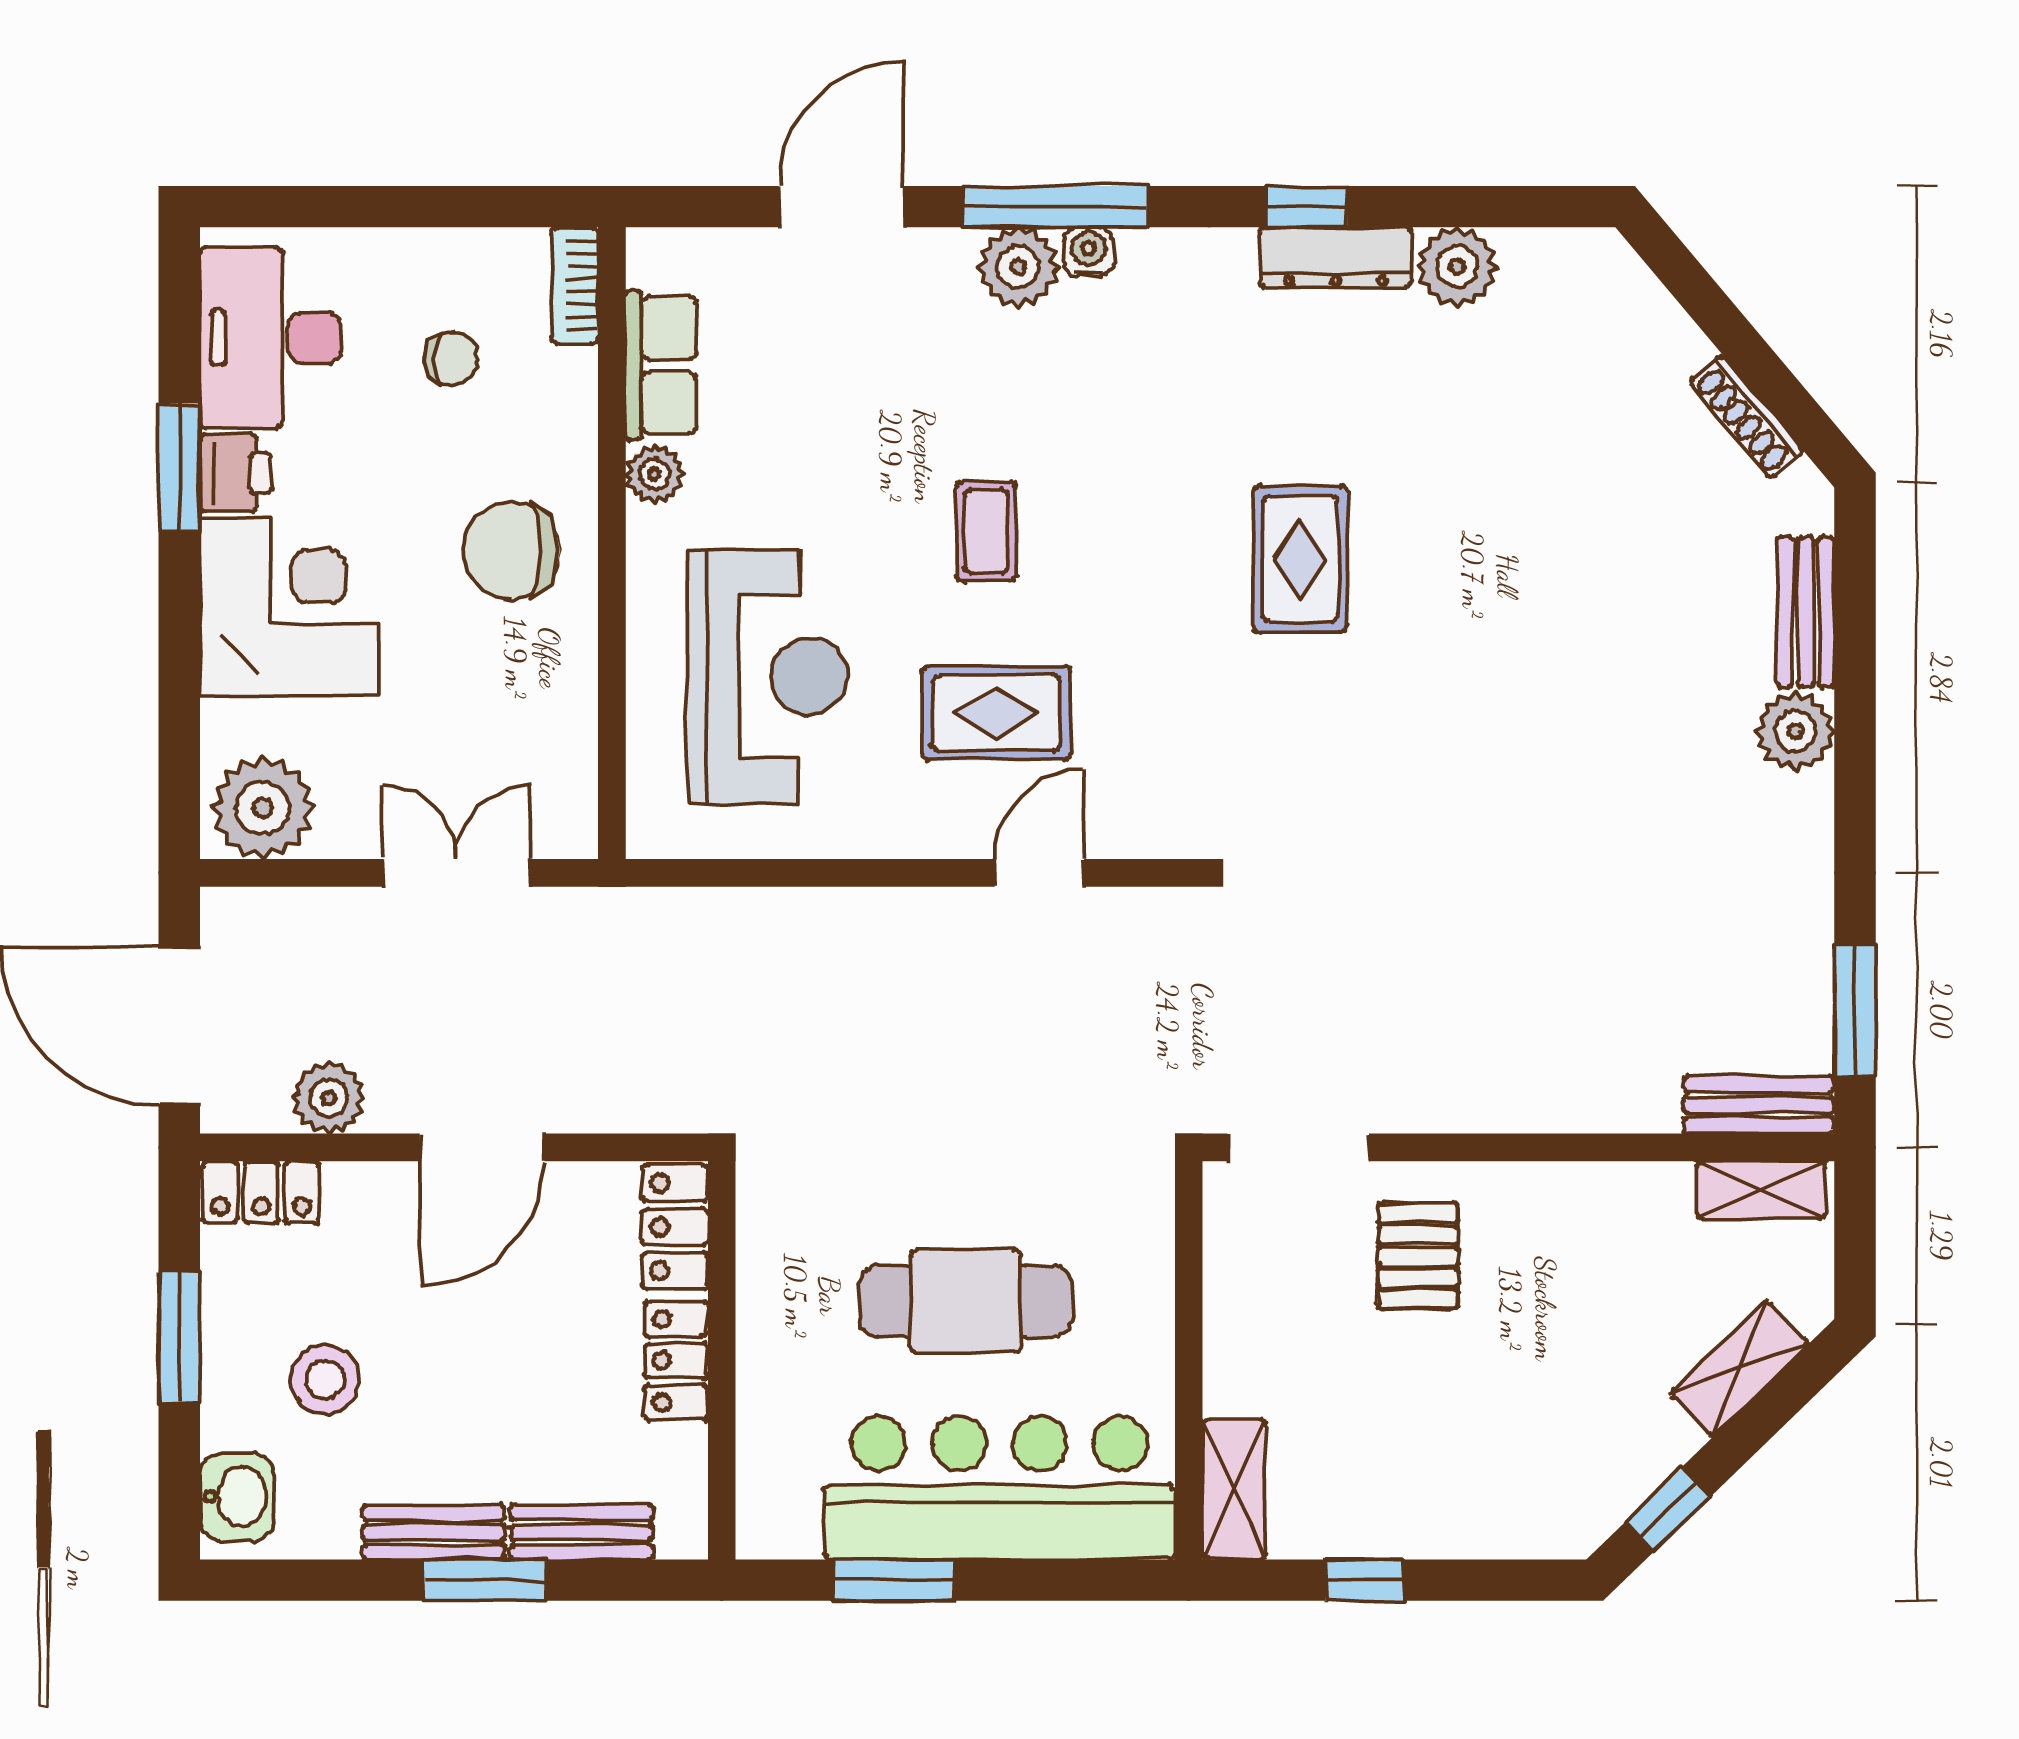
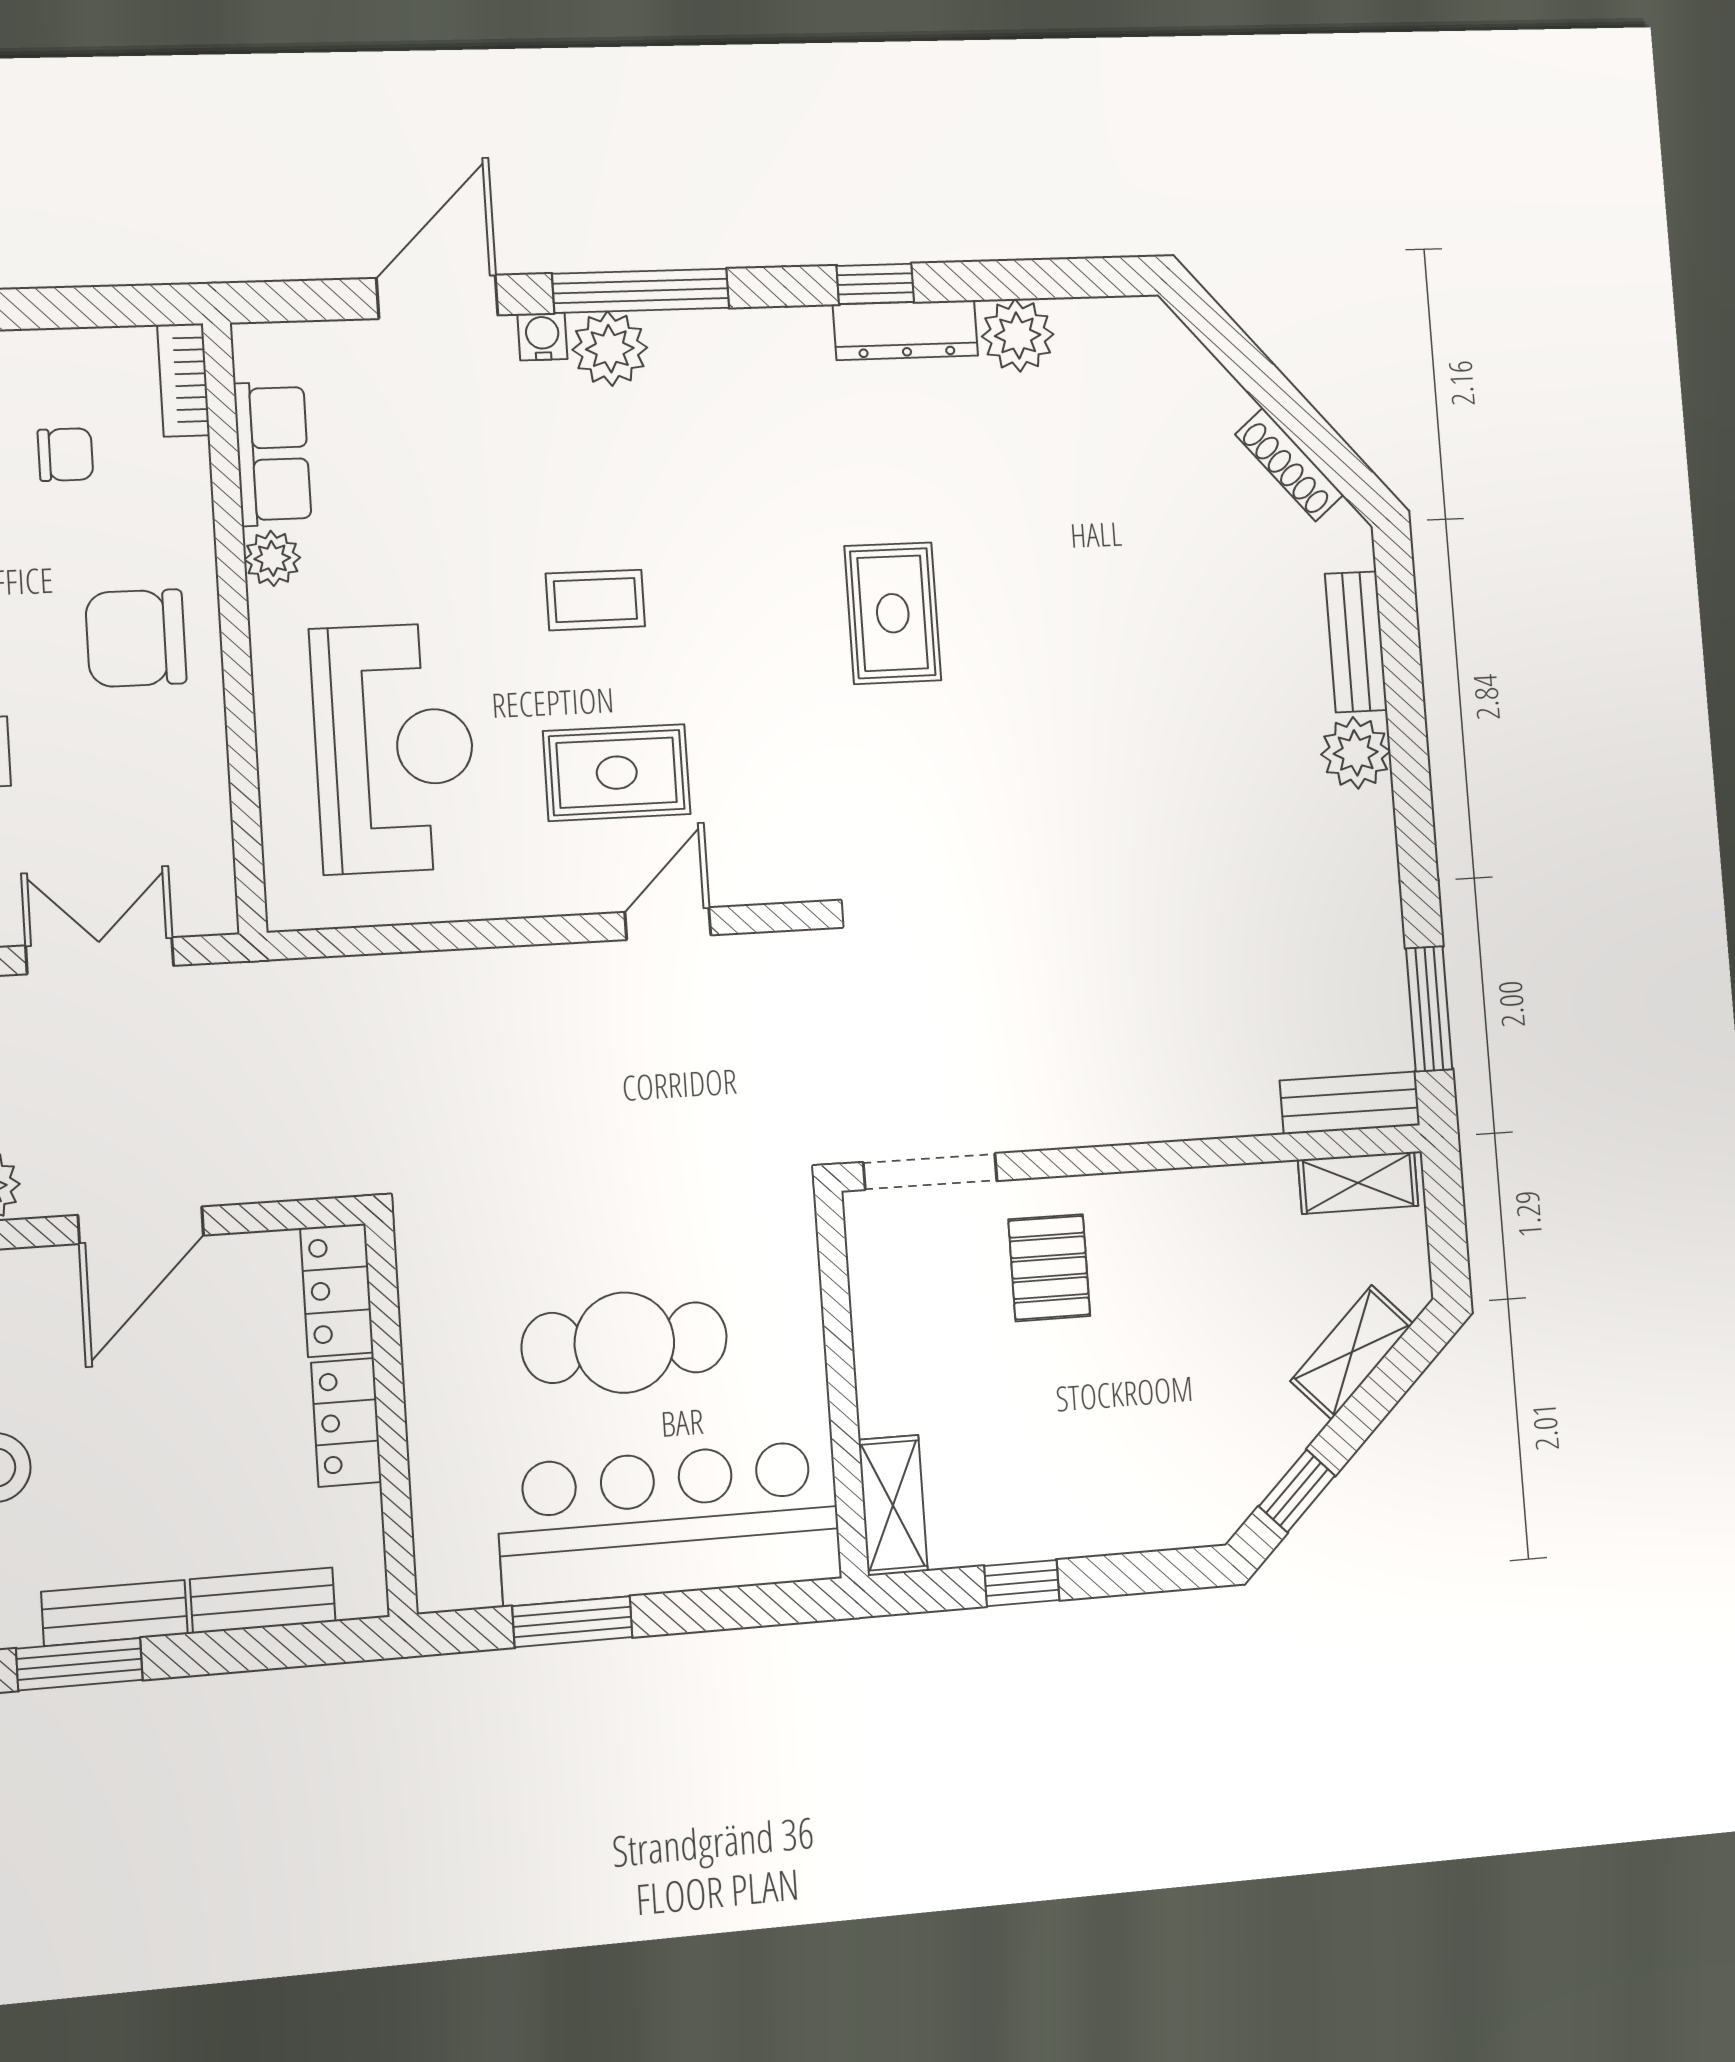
water cooler: (1088, 252) -> (542, 337), moved
coffee table: (986, 531) -> (595, 600), turned 90
window: (485, 1580) -> (79, 1664), moved

